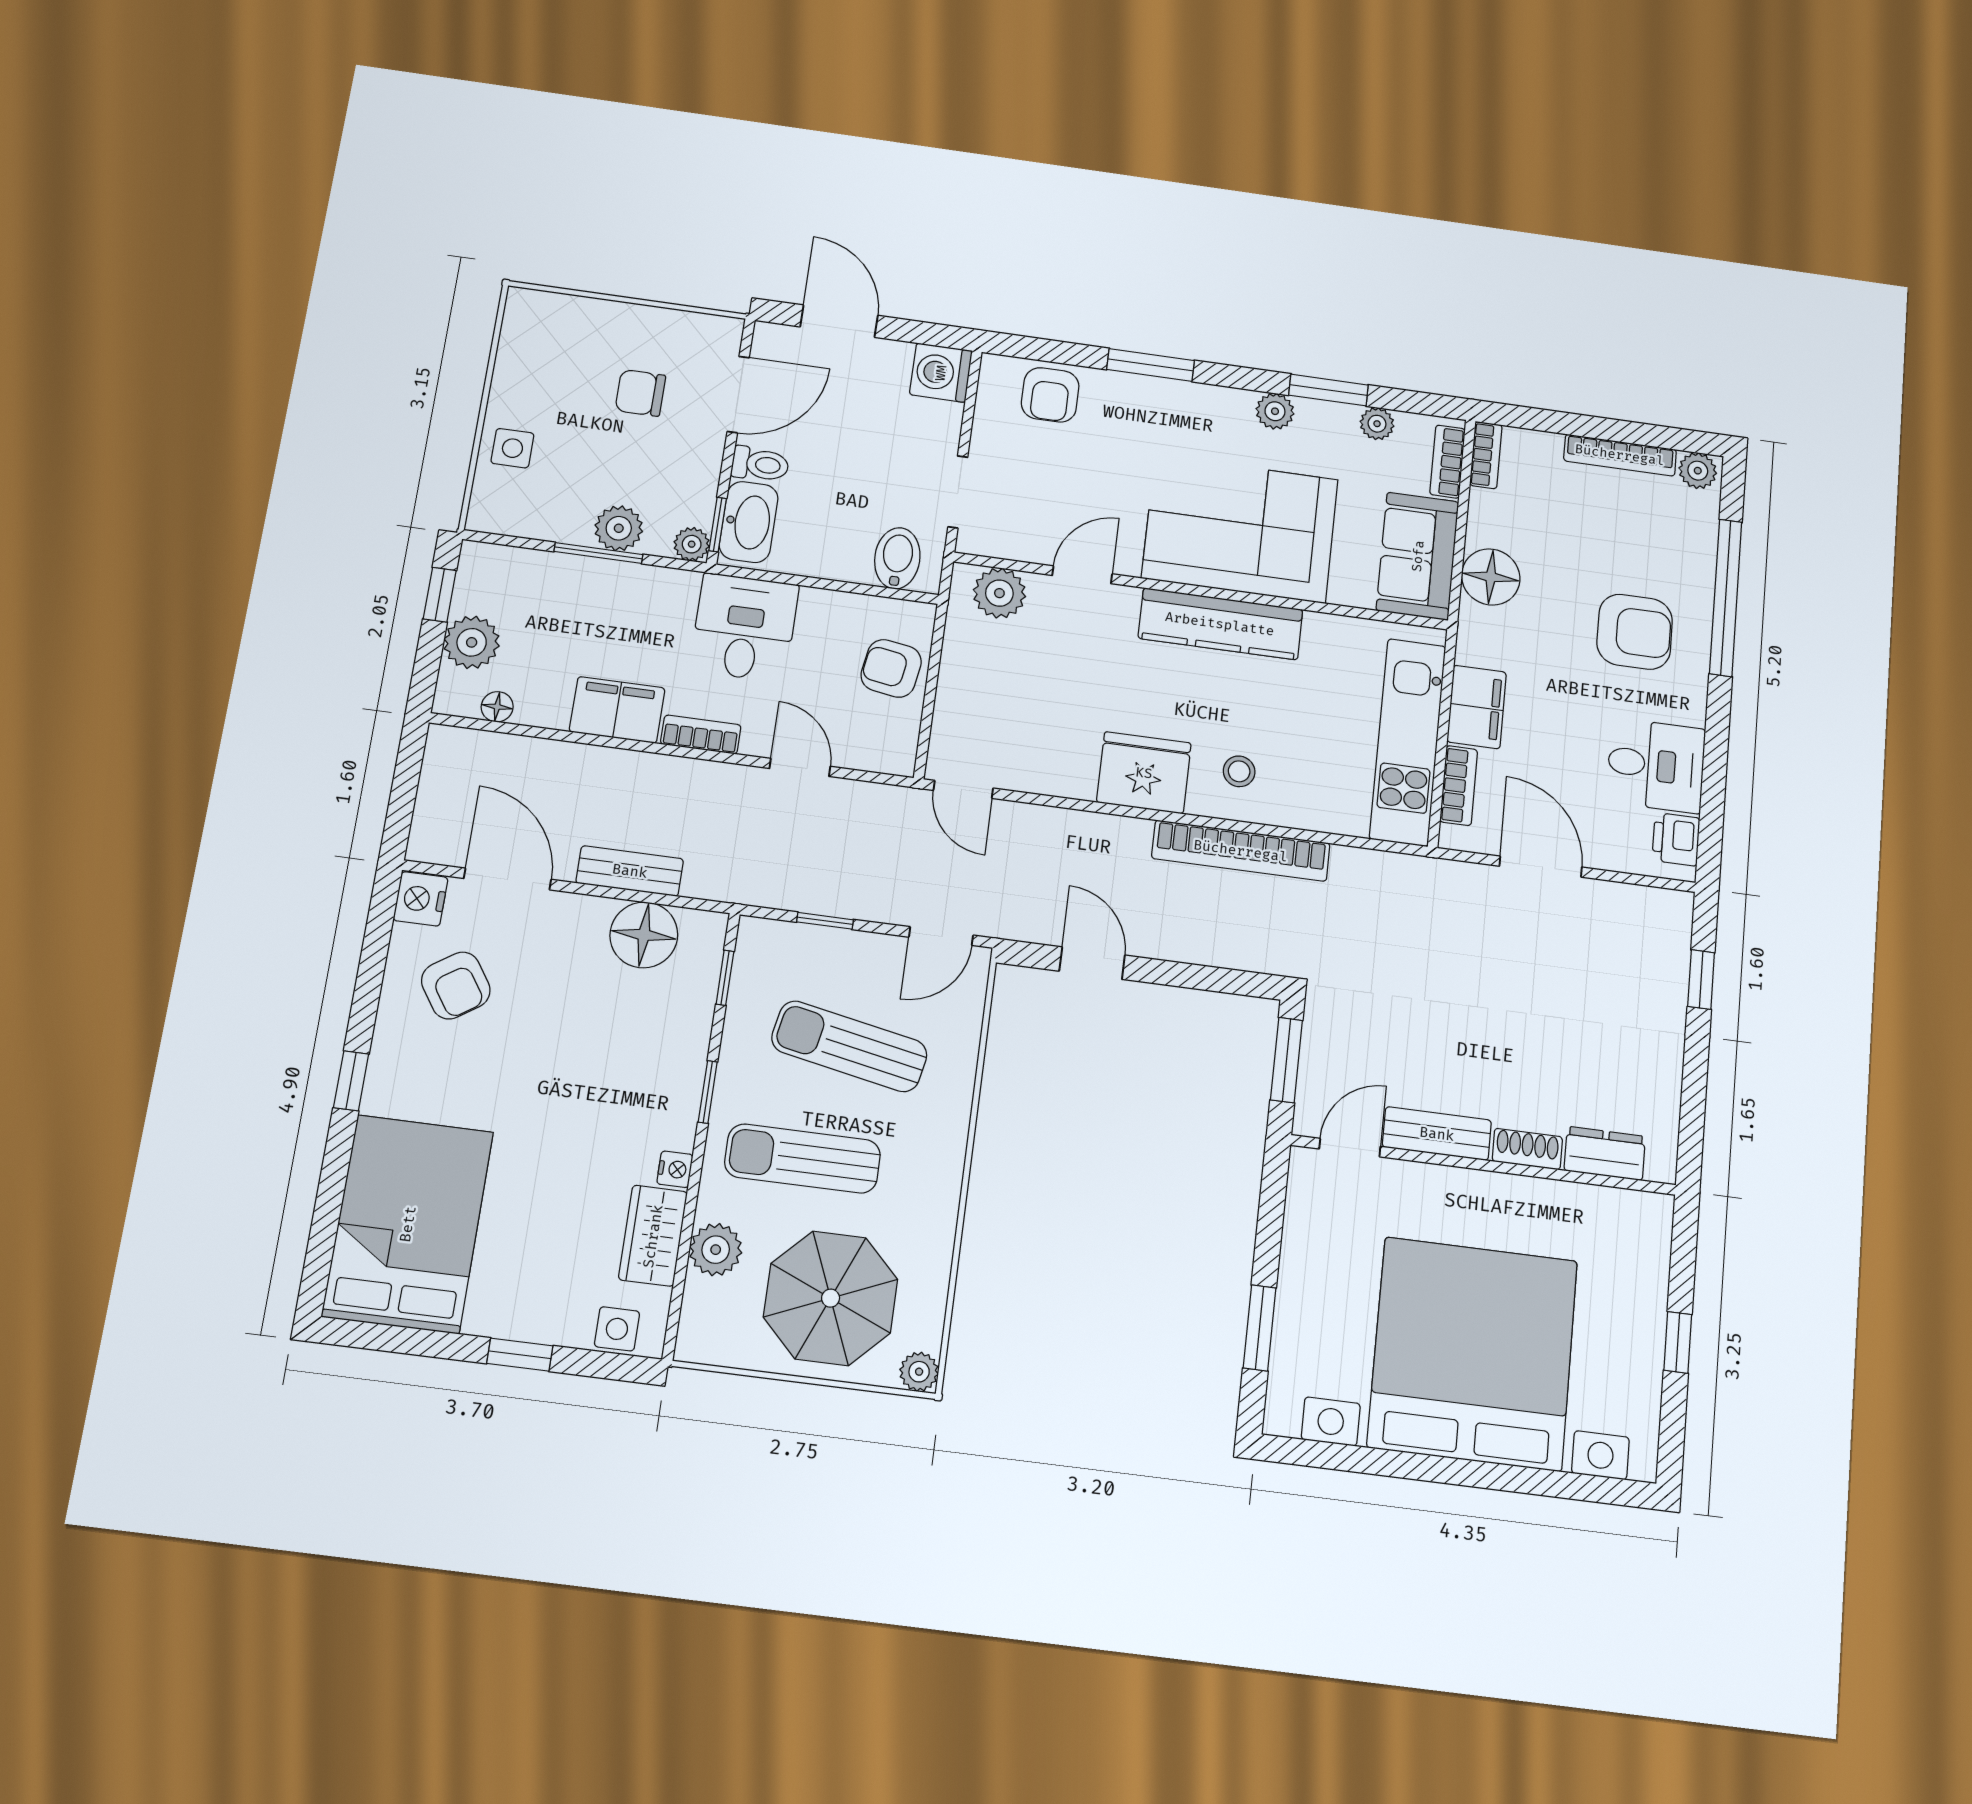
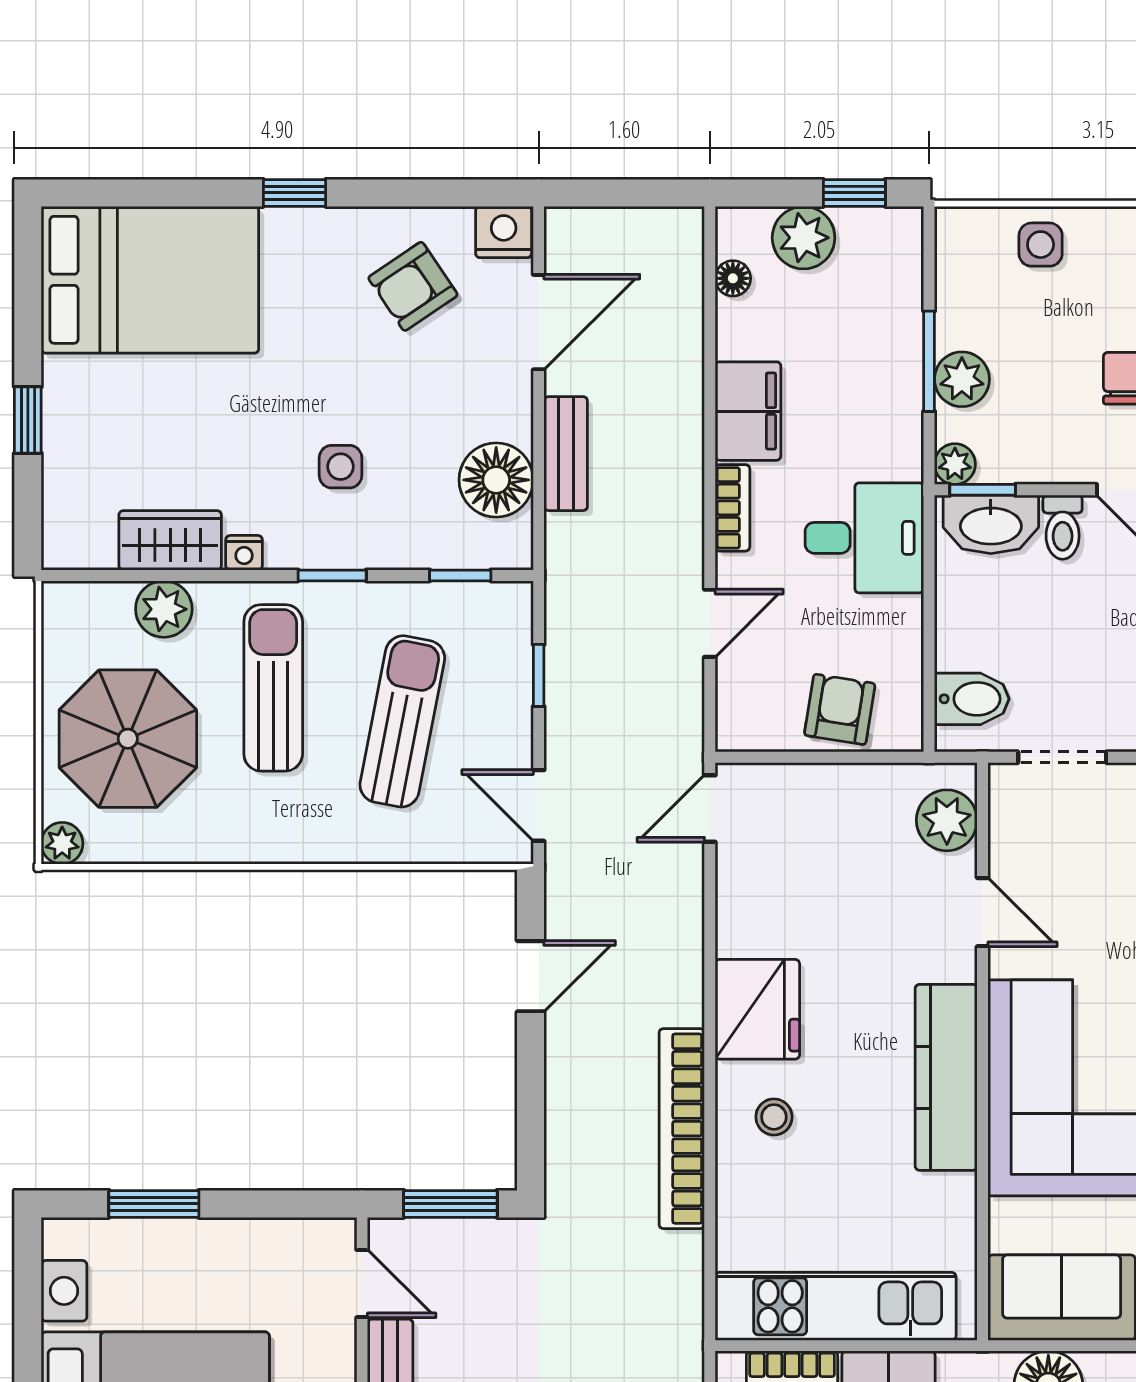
side table: (617, 1329) -> (341, 467), moved

